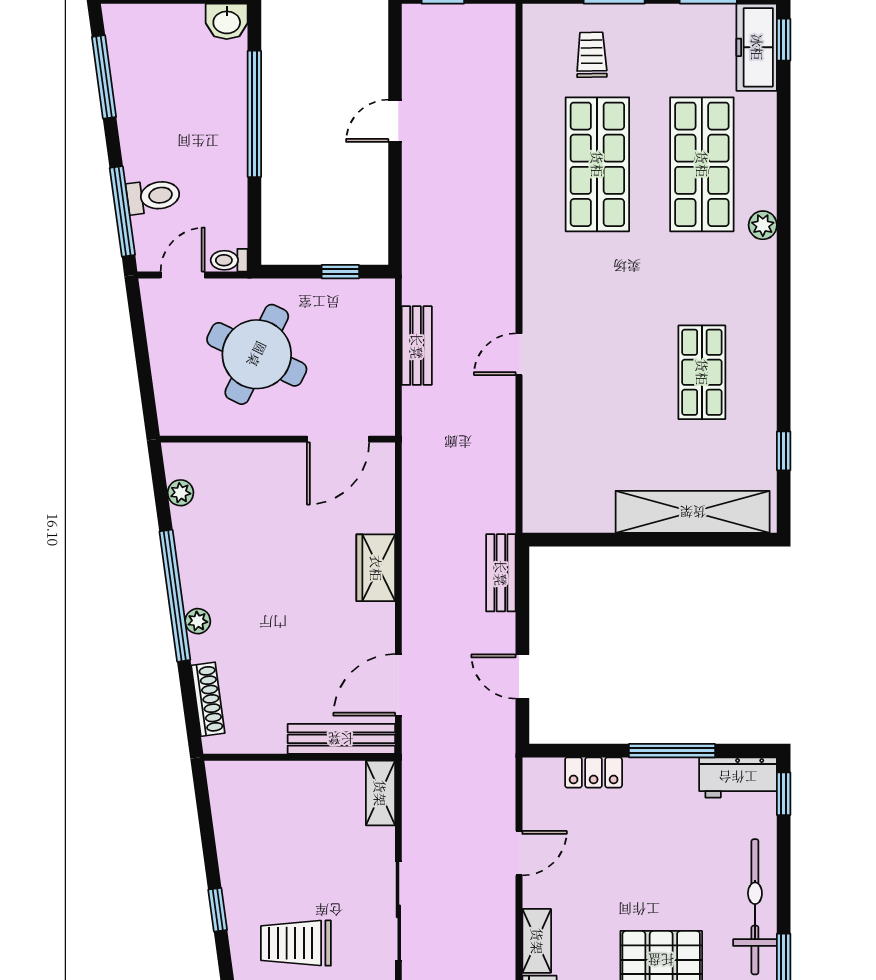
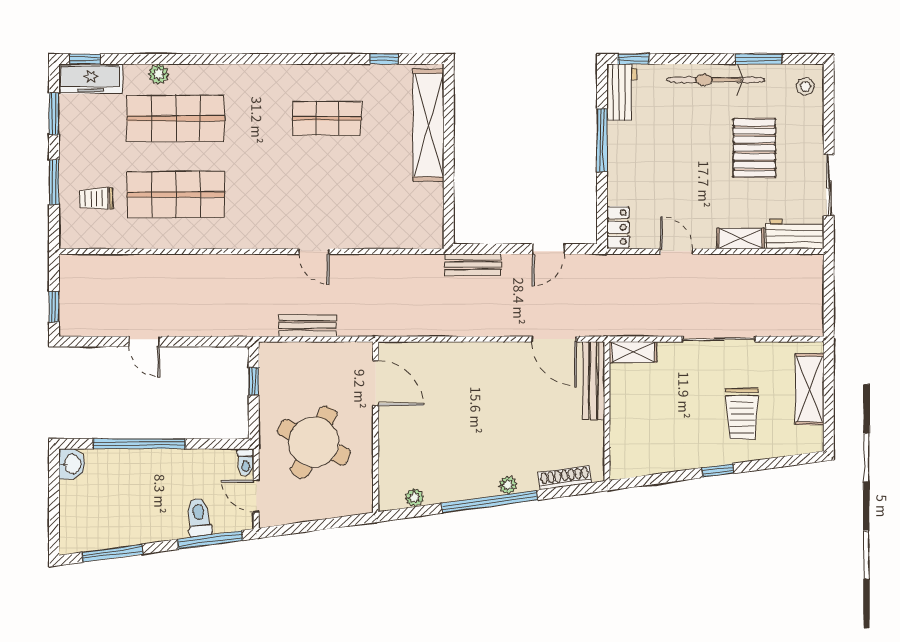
plant: (763, 225) -> (159, 74), moved
wardrobe: (376, 568) -> (469, 356), removed
locker: (594, 773) -> (618, 227), moved

